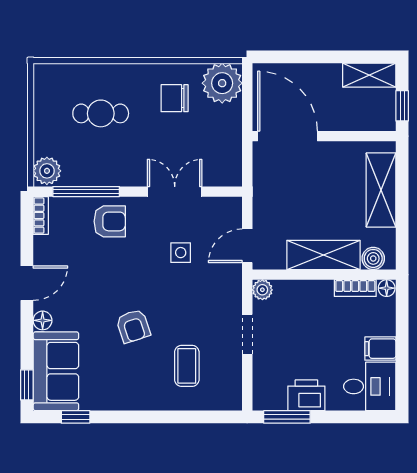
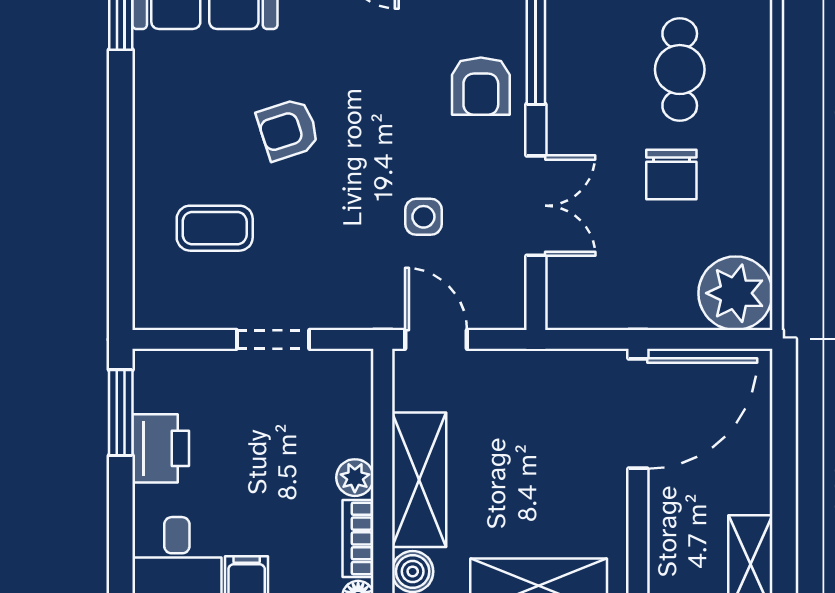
chair: (175, 98) -> (671, 175), moved, turned 180
plant: (262, 290) -> (355, 478), moved

